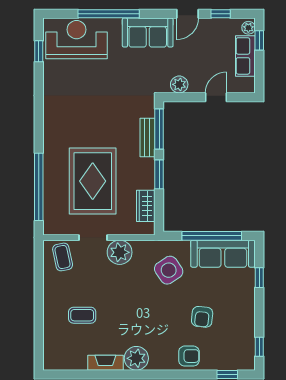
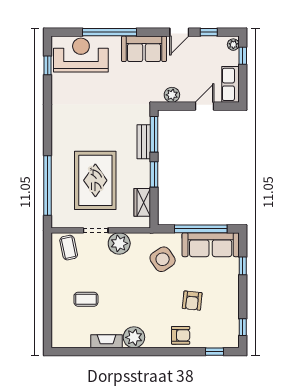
row of seats: (245, 56) -> (230, 84), moved

